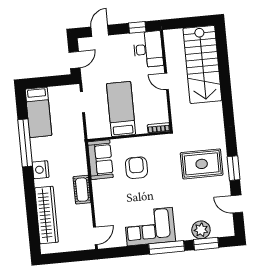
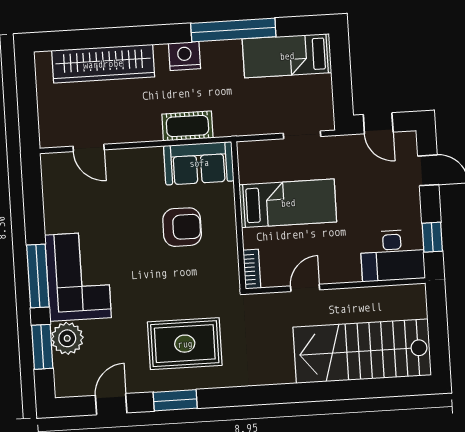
door: (167, 81) -> (305, 288), moved
rug: (202, 164) -> (185, 344), turned 90
cot: (82, 190) -> (187, 126), moved
corner sofa: (150, 227) -> (78, 276), moved
door: (95, 236) -> (89, 148), moved

